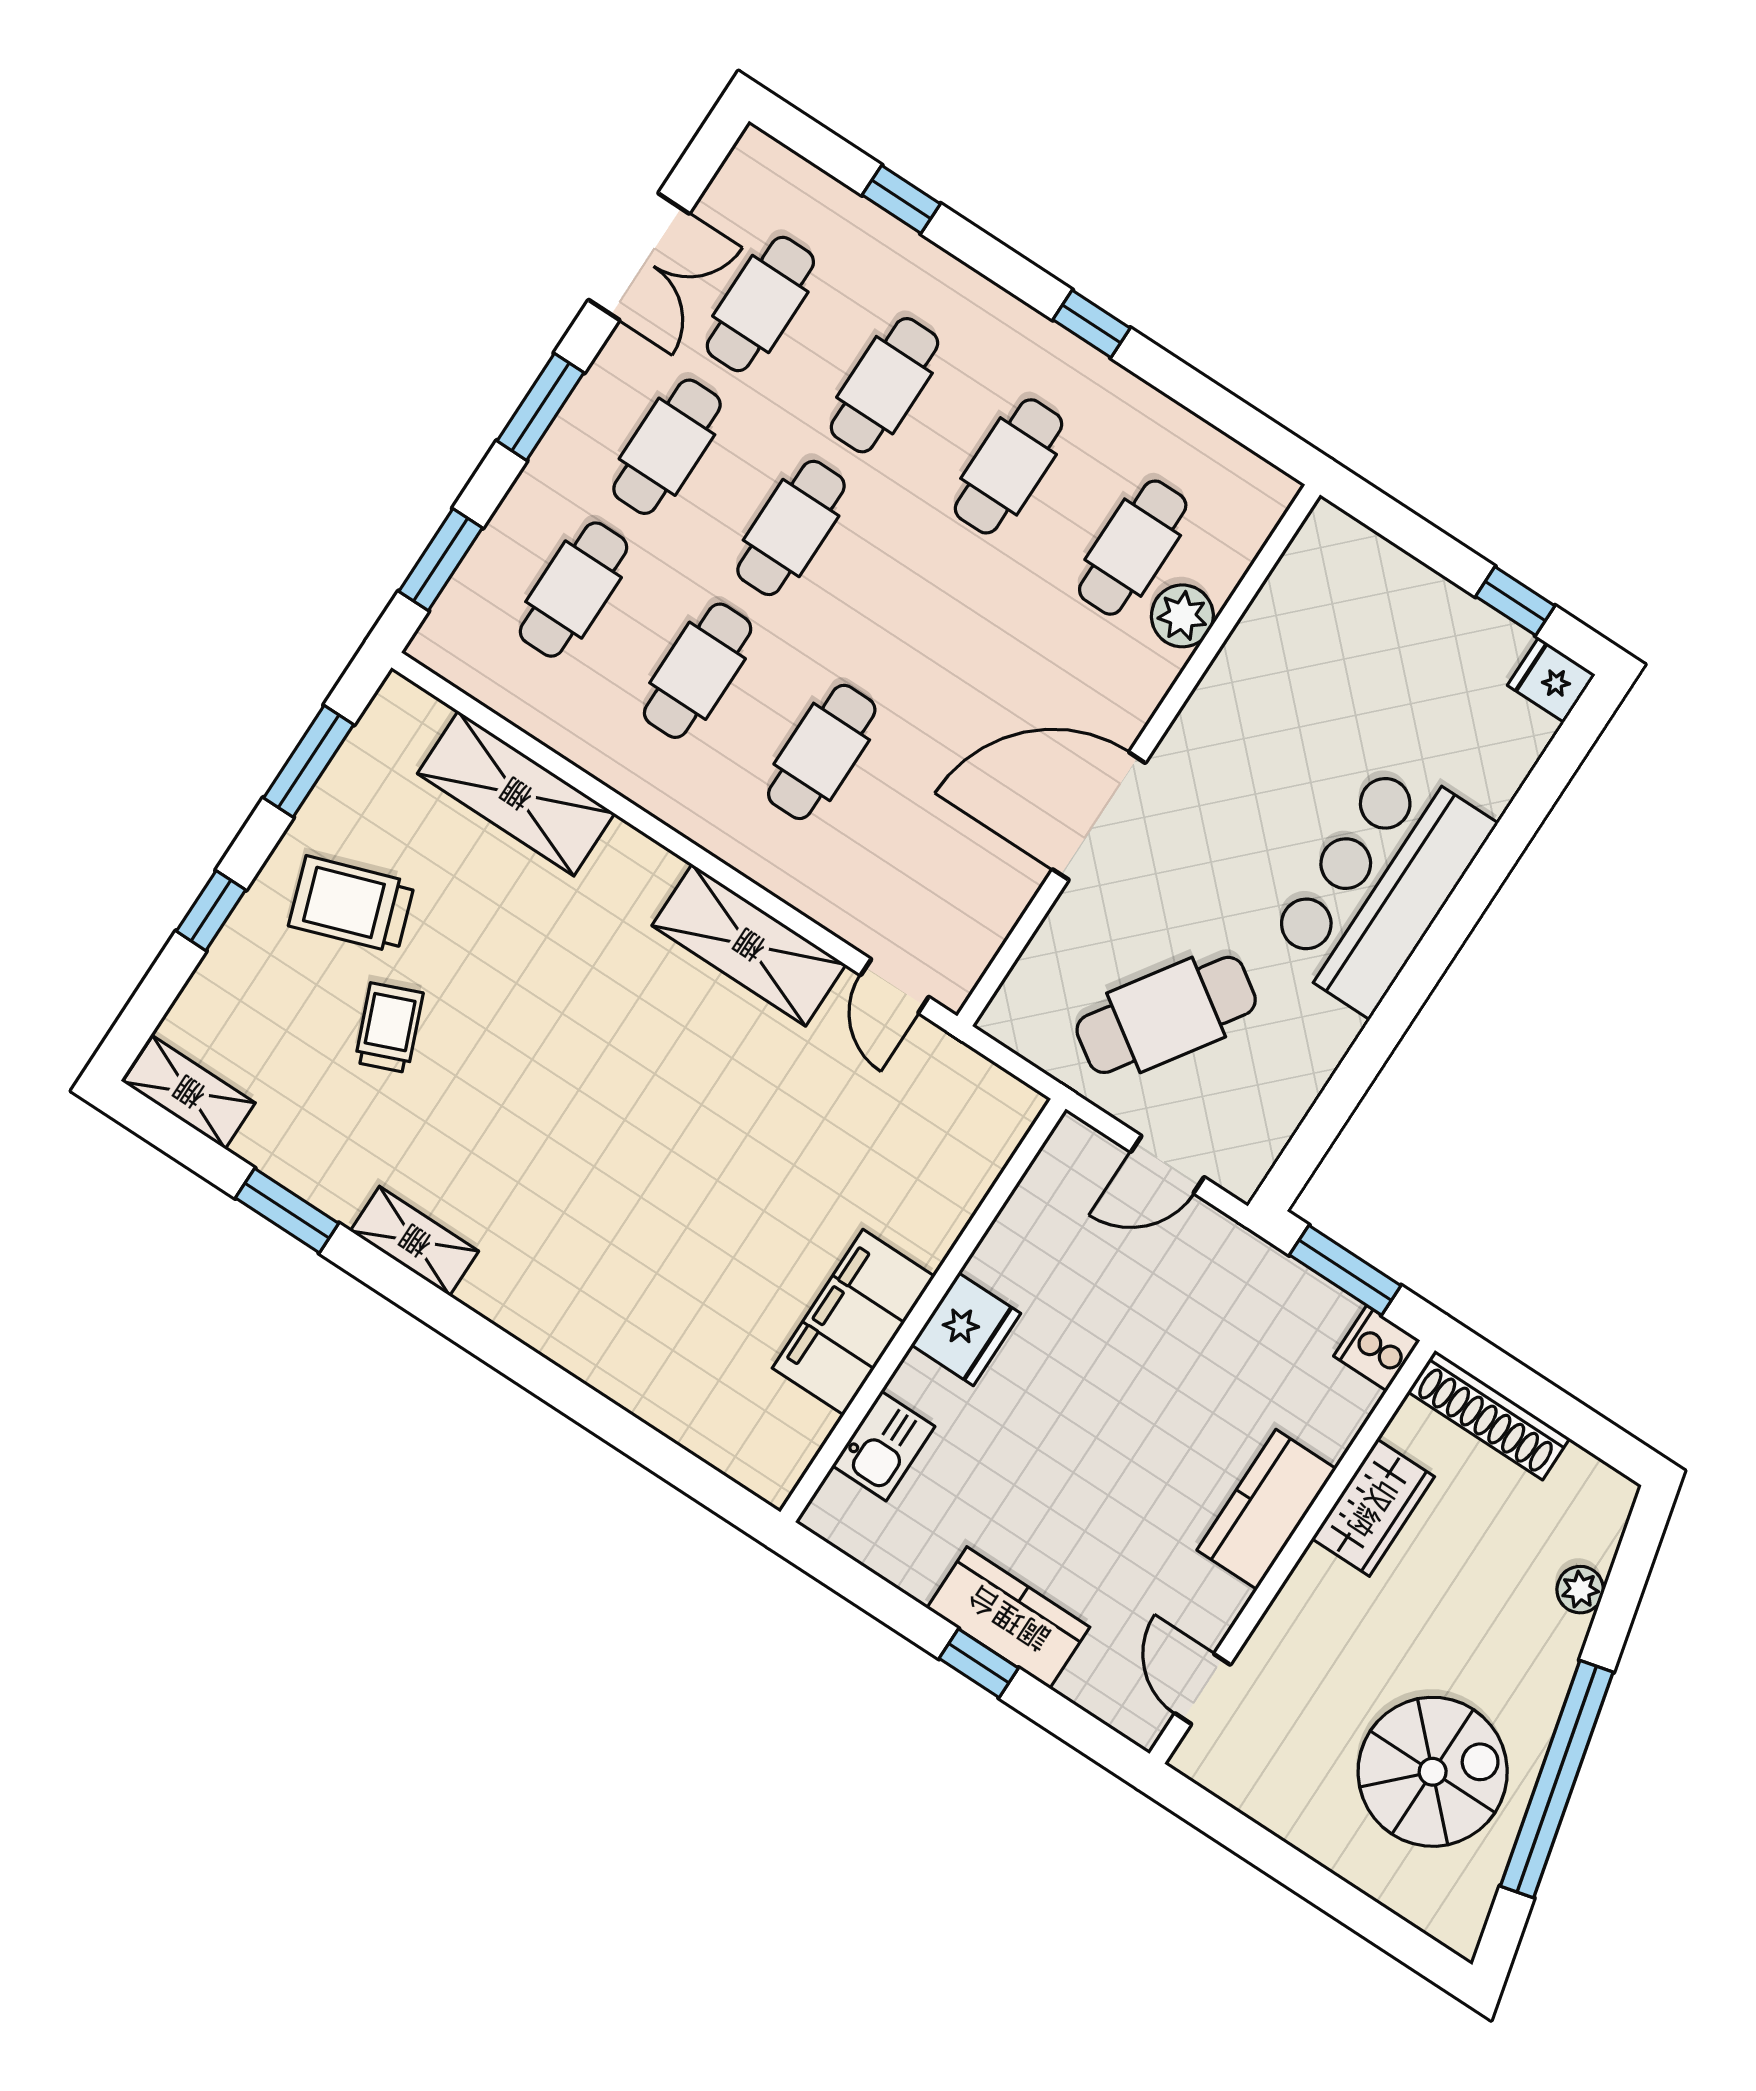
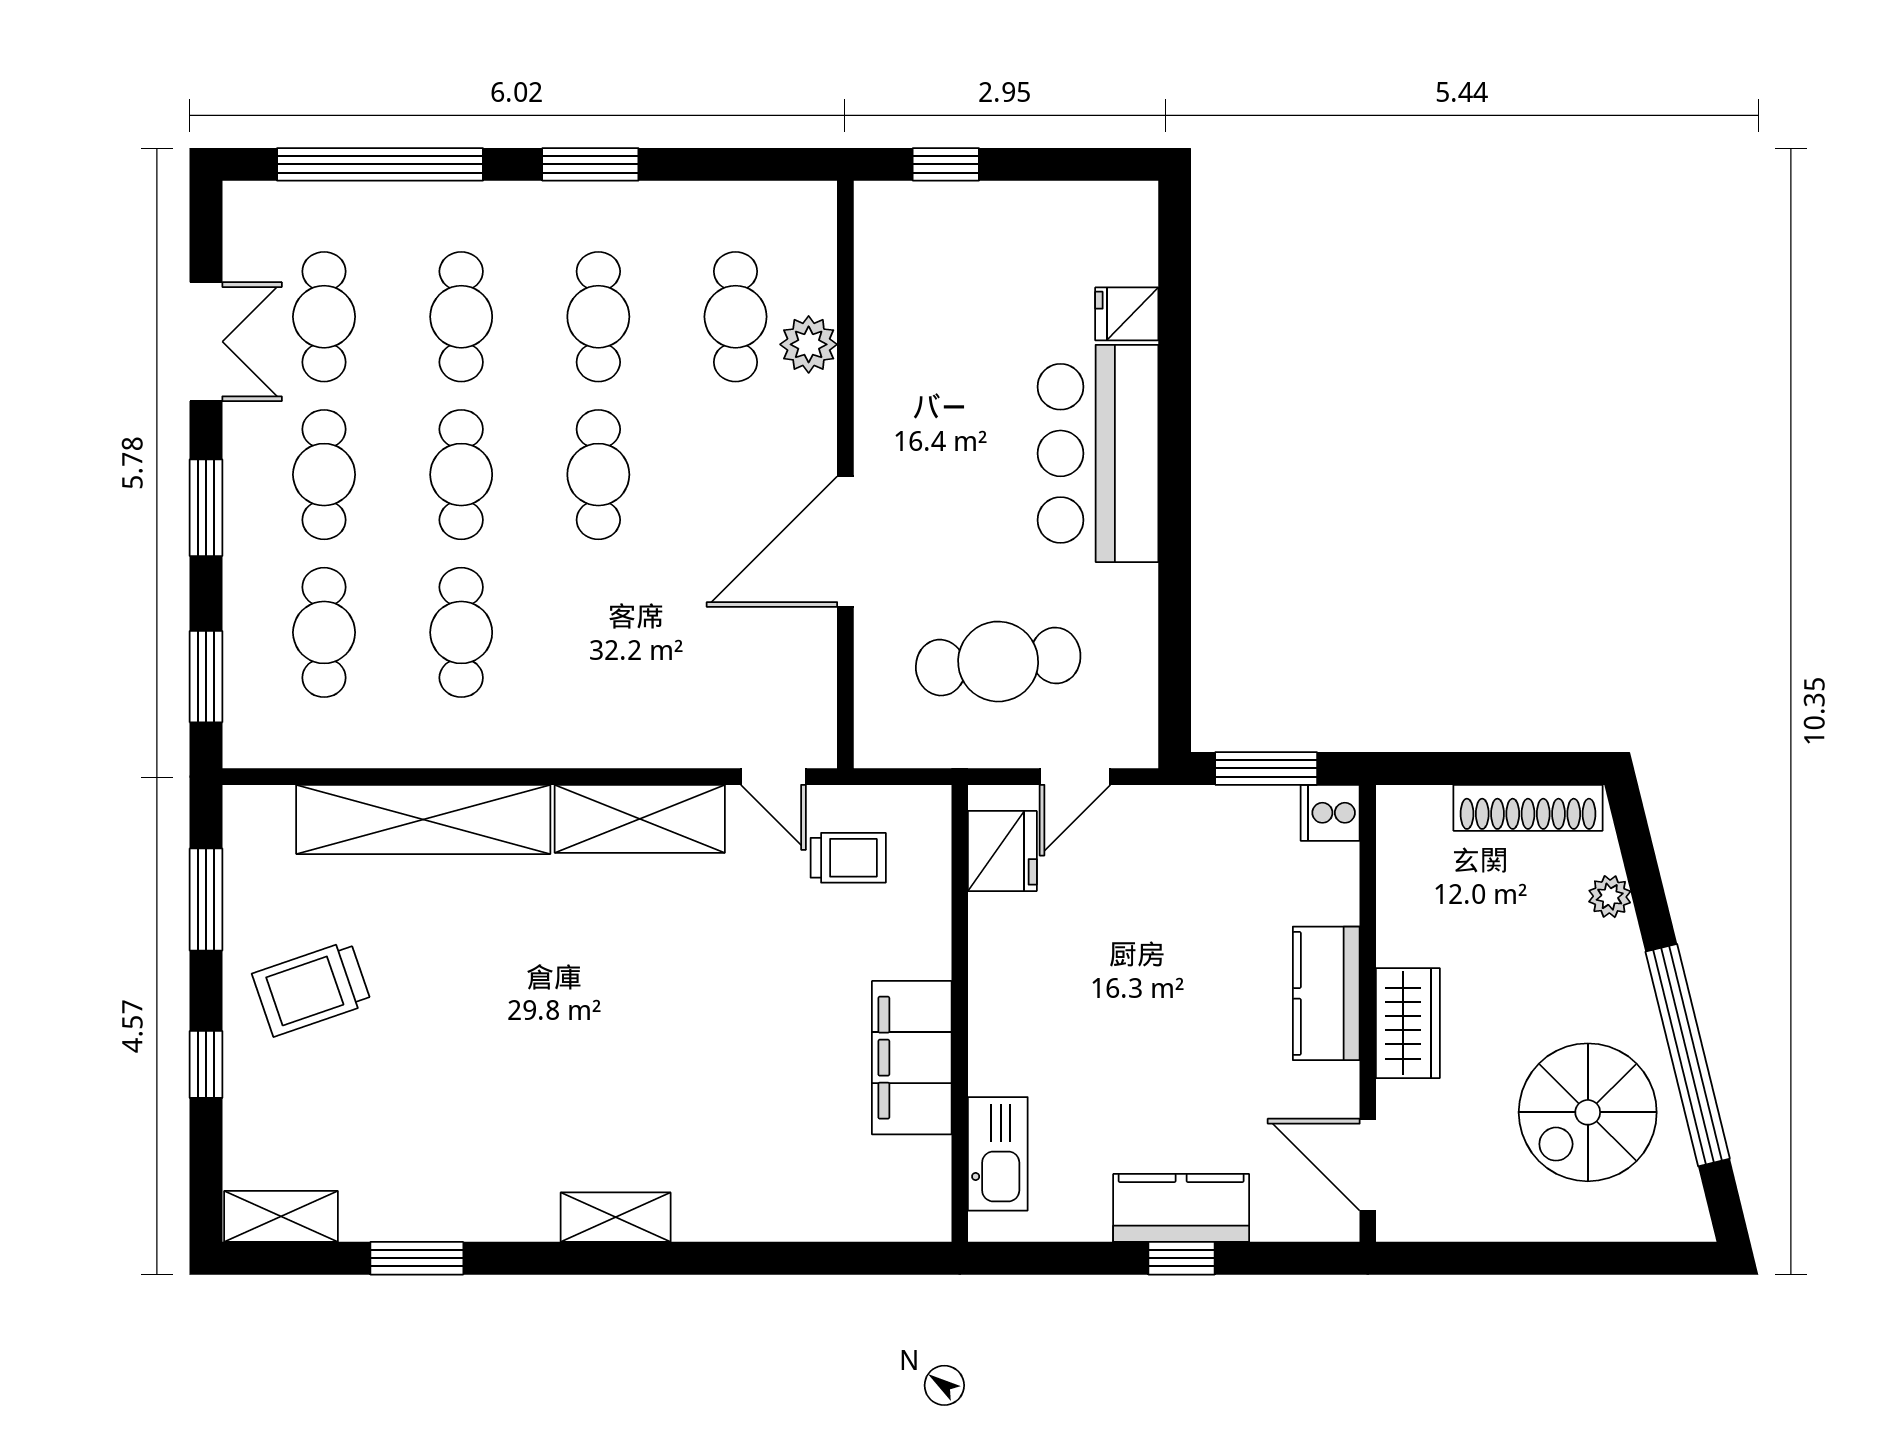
window: (901, 199) -> (380, 164), width x3.17
window: (1091, 324) -> (590, 164), width x1.50
window: (1515, 601) -> (946, 164), moved
fridge: (1551, 680) -> (1127, 314), moved
cafe table: (822, 752) -> (598, 475), moved
shelving: (516, 794) -> (423, 819), width x1.47
cafe table: (1166, 1015) -> (998, 662), turned 50
trolley: (389, 1028) -> (848, 858), moved, turned 112
shelving: (415, 1241) -> (616, 1217), moved
fridge: (966, 1329) -> (1002, 851), moved
shoe rack: (1489, 1415) -> (1528, 808), moved
kitchen sink: (884, 1446) -> (998, 1154), width x1.38
wardrobe: (1373, 1508) -> (1408, 1023), moved
door: (1203, 1689) -> (1368, 1165), width x1.38
spiral stairs: (1433, 1772) -> (1588, 1112), turned 180

